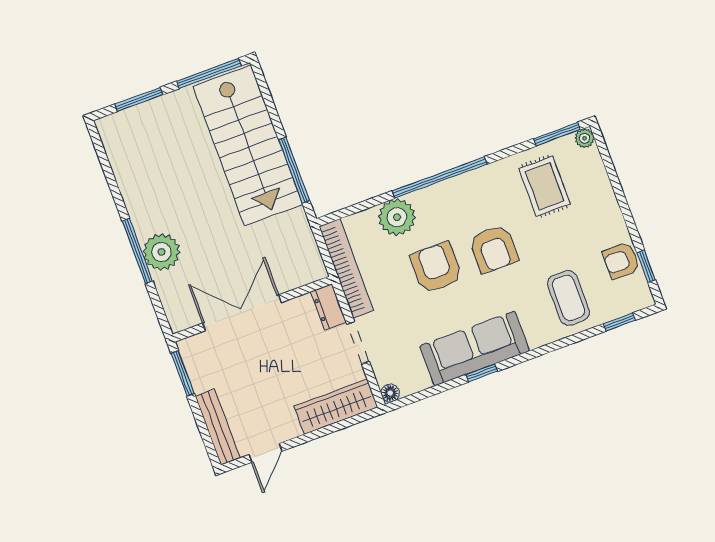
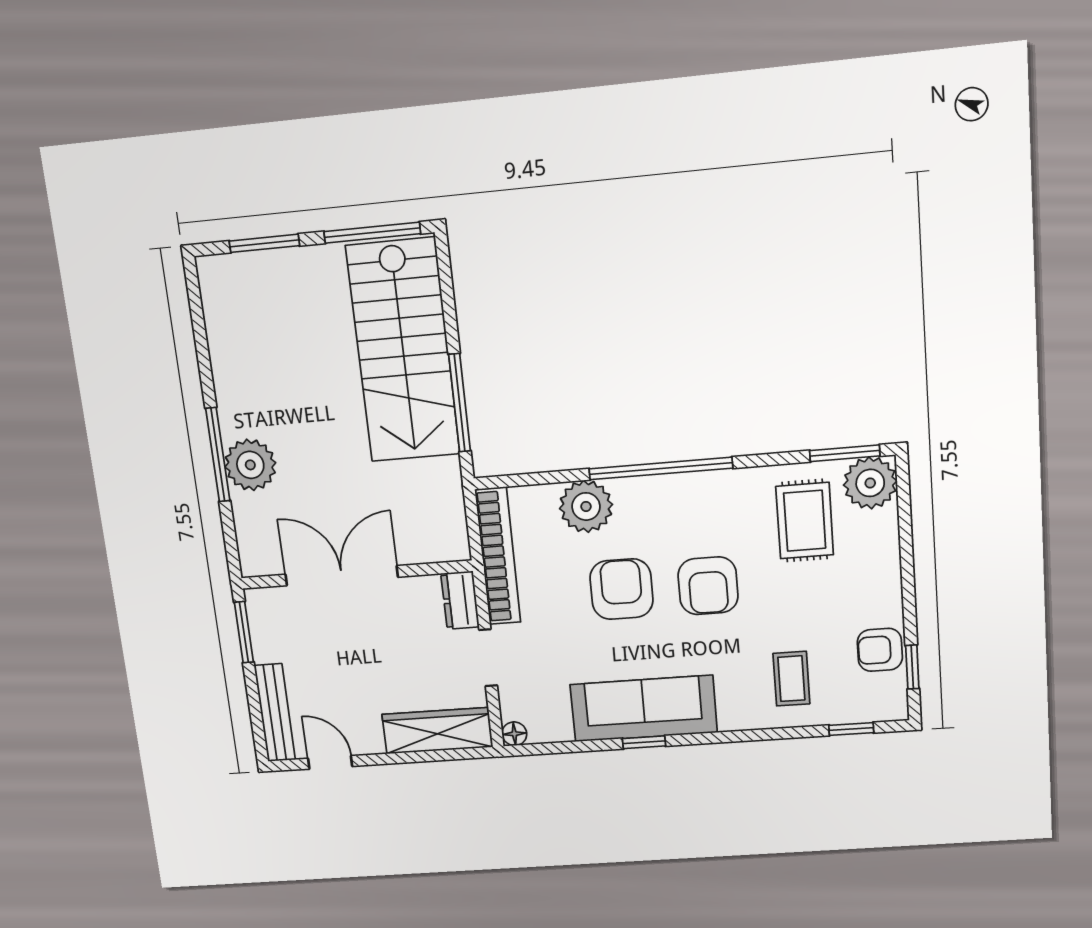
plant: (584, 138) -> (870, 483), width x1.88, depth x1.88
coffee table: (568, 298) -> (791, 679), width x0.73, depth x0.77
door: (265, 453) -> (330, 762), swing flipped

